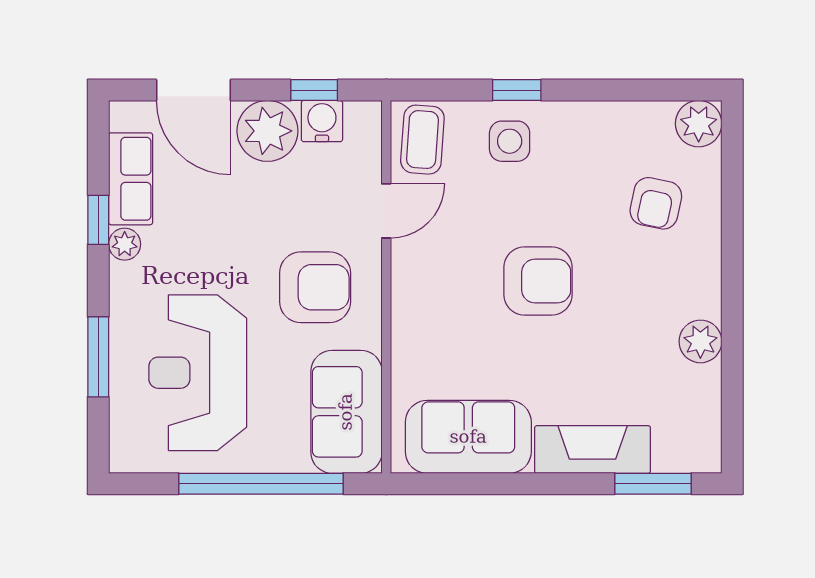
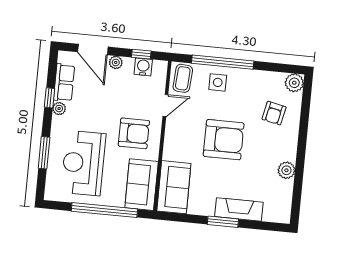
window: (517, 90) -> (223, 62), width x3.17
plant: (267, 131) -> (116, 62), width x0.53, depth x0.53
armchair: (538, 281) -> (224, 140), width x1.36, depth x1.36
sofa: (468, 437) -> (174, 187), moved, turned 90
window: (653, 484) -> (223, 222), moved

